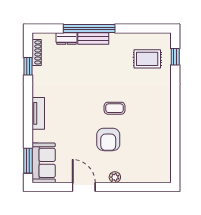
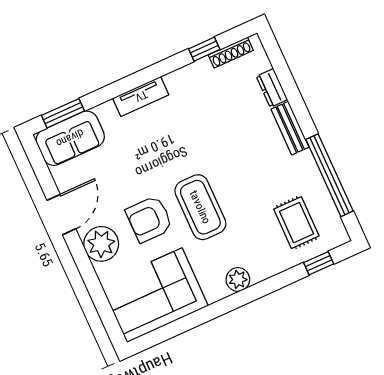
window: (89, 29) -> (329, 175), moved
plant: (164, 106) -> (238, 279), added
coffee table: (115, 108) -> (200, 207), width x1.86, depth x1.72
corner sofa: (152, 156) -> (155, 295), added
plant: (115, 177) -> (101, 244), width x1.87, depth x1.87

